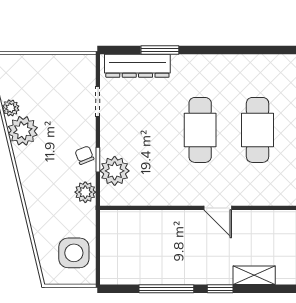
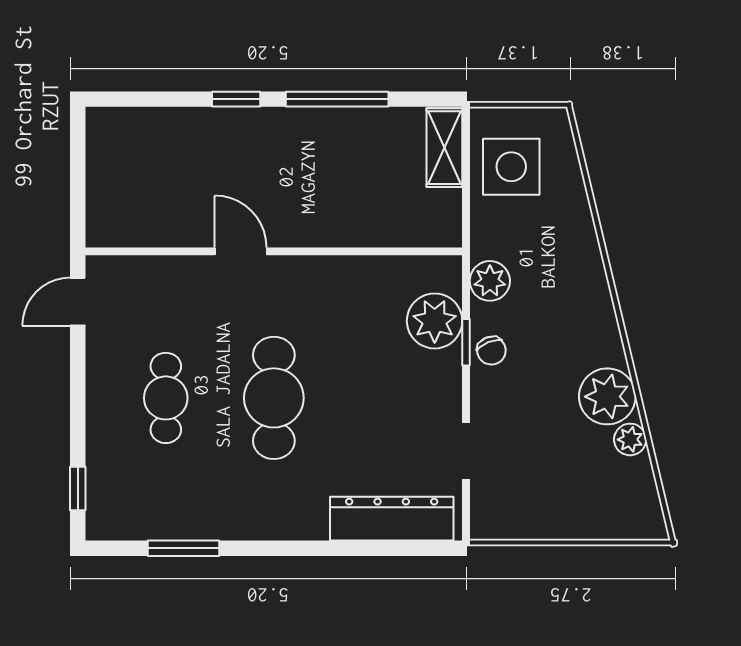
window: (160, 50) -> (183, 548), moved
cafe table: (258, 130) -> (166, 398), width x0.73, depth x0.74
shelving: (254, 275) -> (444, 148), moved, turned 90

